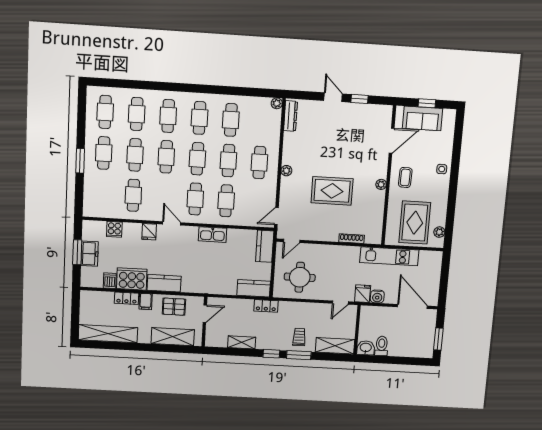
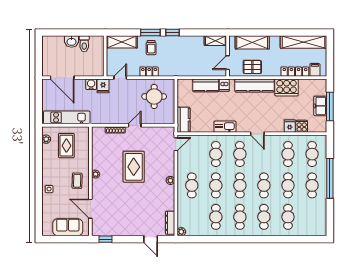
door: (333, 97) -> (151, 239), moved
window: (359, 99) -> (106, 239), moved
window: (427, 103) -> (65, 239), removed
cafe table: (105, 112) -> (312, 154), moved
door: (392, 141) -> (90, 209), hinge flipped
window: (80, 161) -> (330, 178), width x2.11
rug: (332, 191) -> (134, 167), turned 90
rug: (415, 223) -> (66, 146), width x0.73, depth x0.70
fridge: (149, 232) -> (290, 126), moved
door: (292, 241) -> (135, 125), moved
window: (77, 252) -> (330, 106), width x1.44
kitchen unit: (389, 256) -> (67, 117), moved
dishwasher: (110, 281) -> (224, 85), moved
kitchen counter: (164, 283) -> (255, 86), width x1.50
kitchen counter: (254, 288) -> (206, 85), moved
locker: (127, 298) -> (295, 72), width x1.53
filing cabinet: (146, 301) -> (315, 70), moved
locker: (266, 306) -> (149, 72), moved
window: (438, 339) -> (39, 52), removed
shelving: (242, 342) -> (215, 41), moved
washbasin: (366, 348) -> (72, 41), moved

